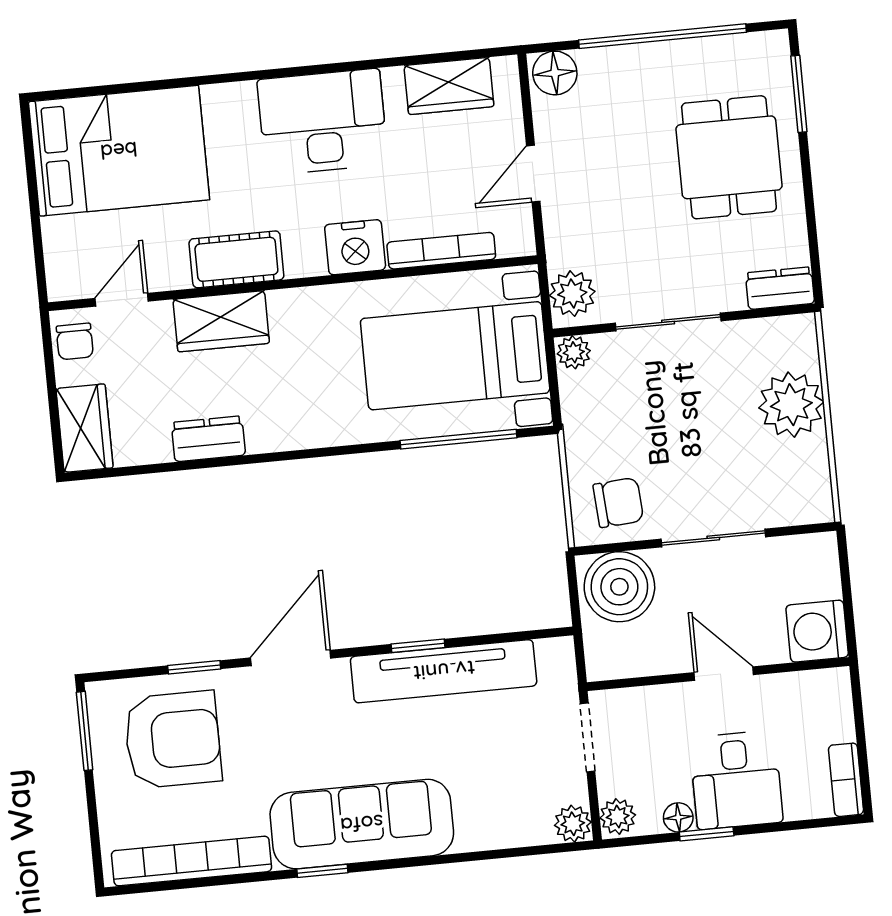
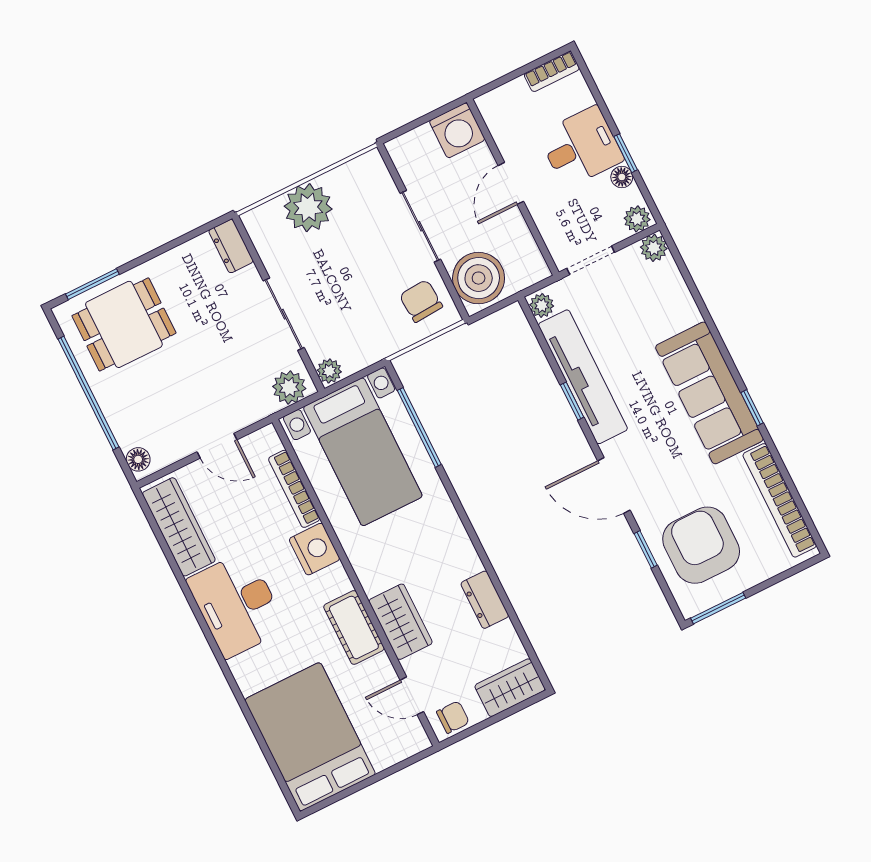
floor lamp: (555, 73) -> (138, 459), width x0.73, depth x0.73
wardrobe: (449, 86) -> (179, 527), width x1.50
dining table: (729, 157) -> (124, 324), moved
plant: (554, 654) -> (542, 305), added

